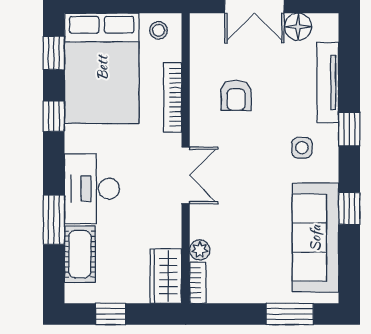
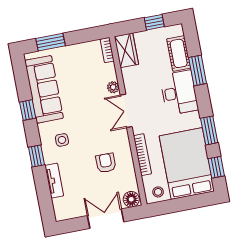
floor lamp: (298, 27) -> (131, 199), moved
tv unit: (328, 82) -> (54, 181), width x0.71
window: (54, 116) -> (209, 130), width x1.50
plant: (200, 250) -> (113, 87), moved

